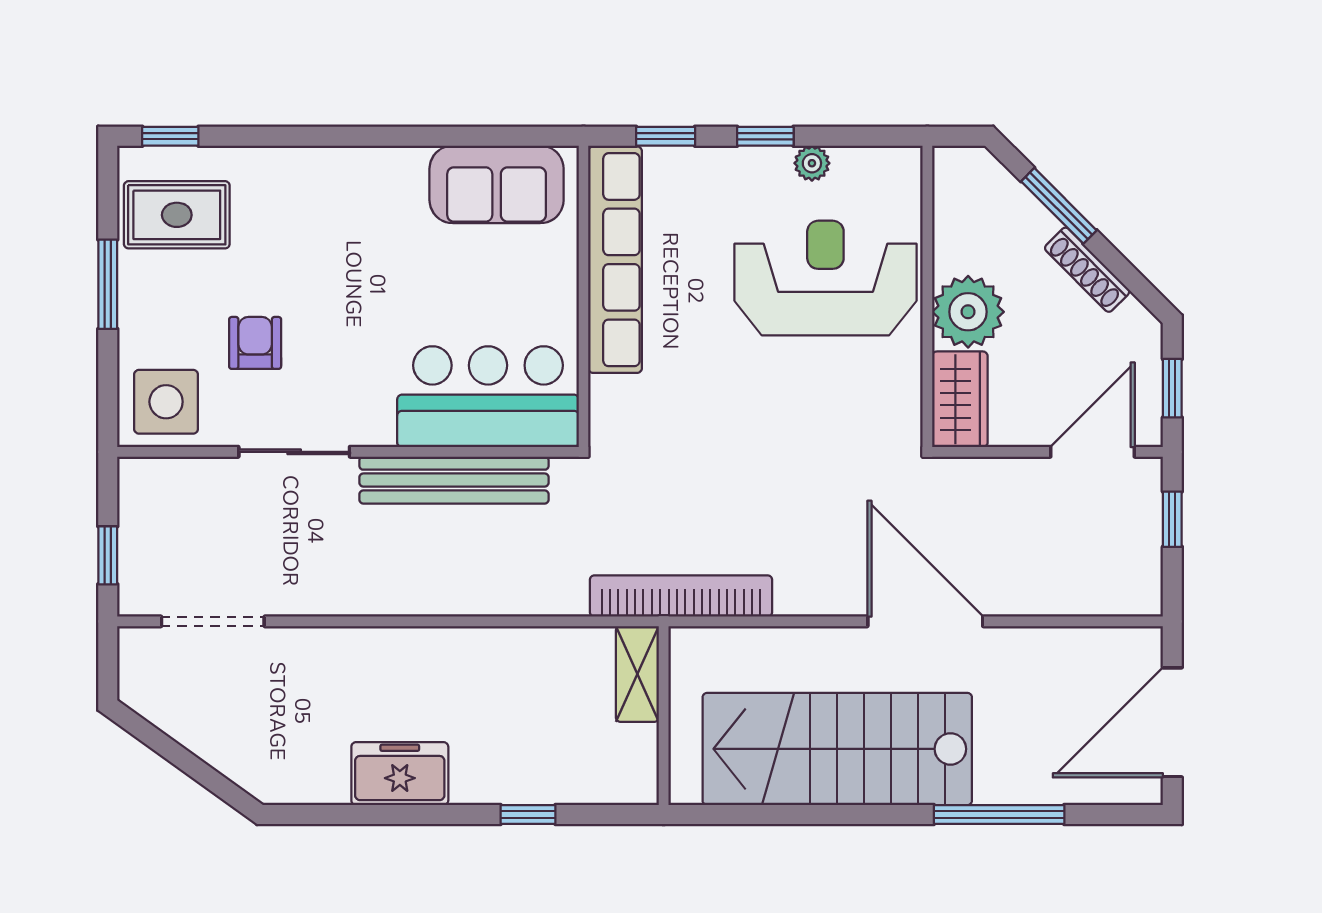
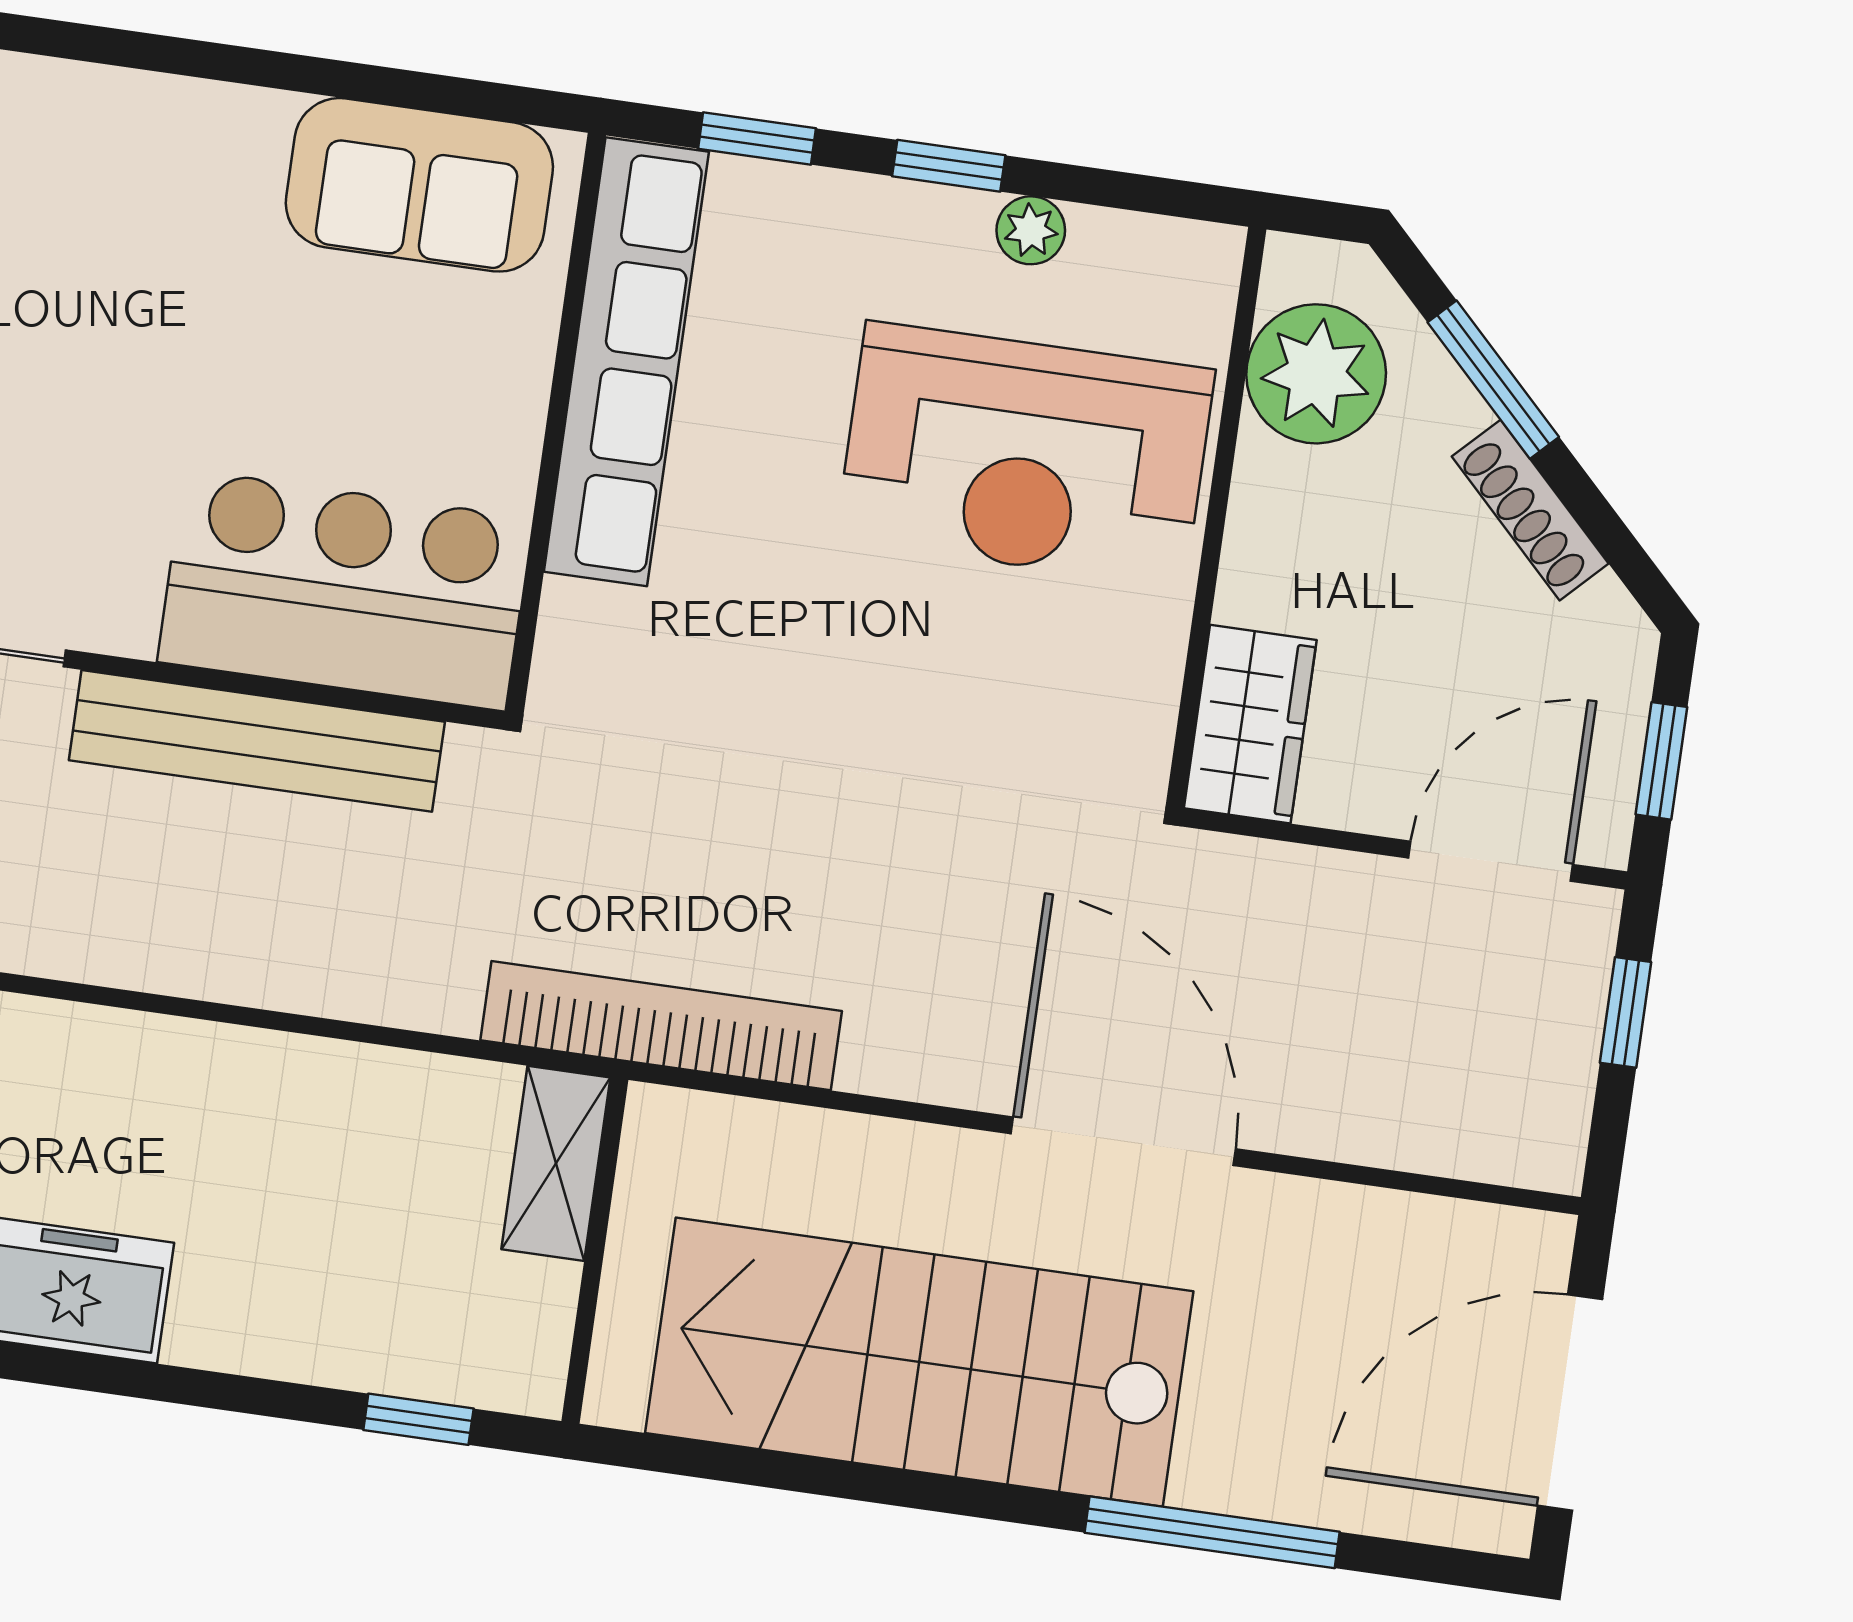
reception desk: (825, 278) -> (1025, 454), turned 180
plant: (968, 312) -> (1316, 374), moved
window: (528, 815) -> (418, 1419), moved

